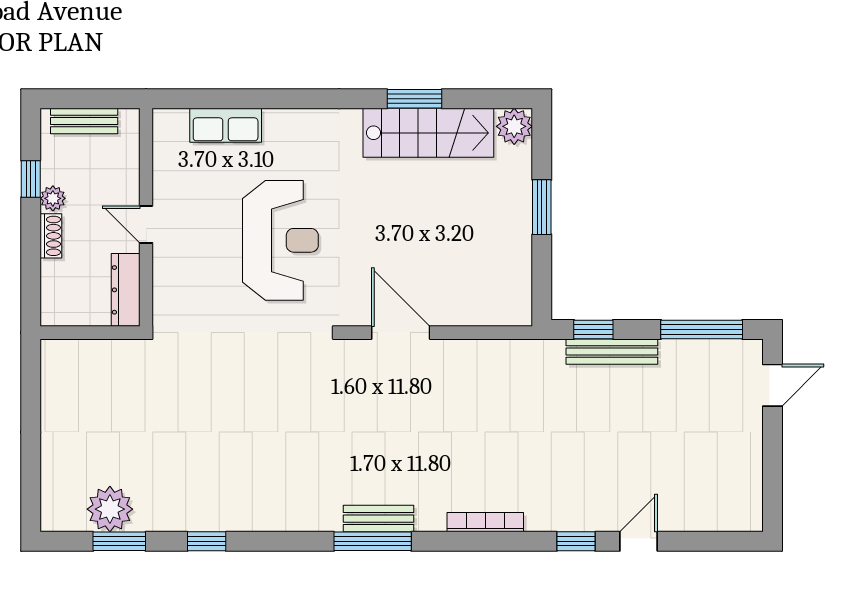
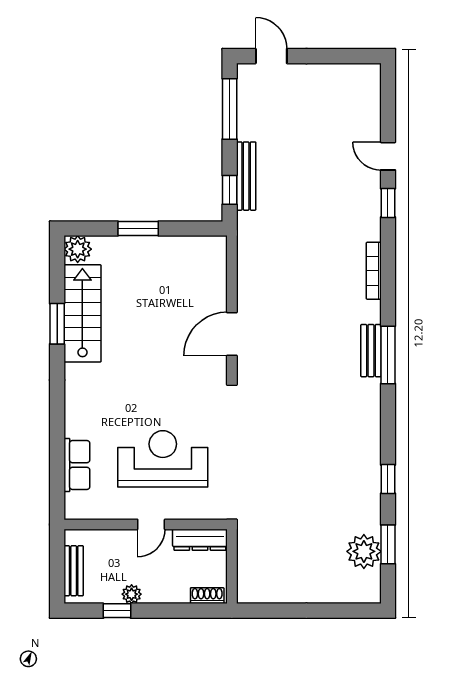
shoe rack: (51, 236) -> (207, 596), moved
reception desk: (280, 240) -> (163, 459), moved

